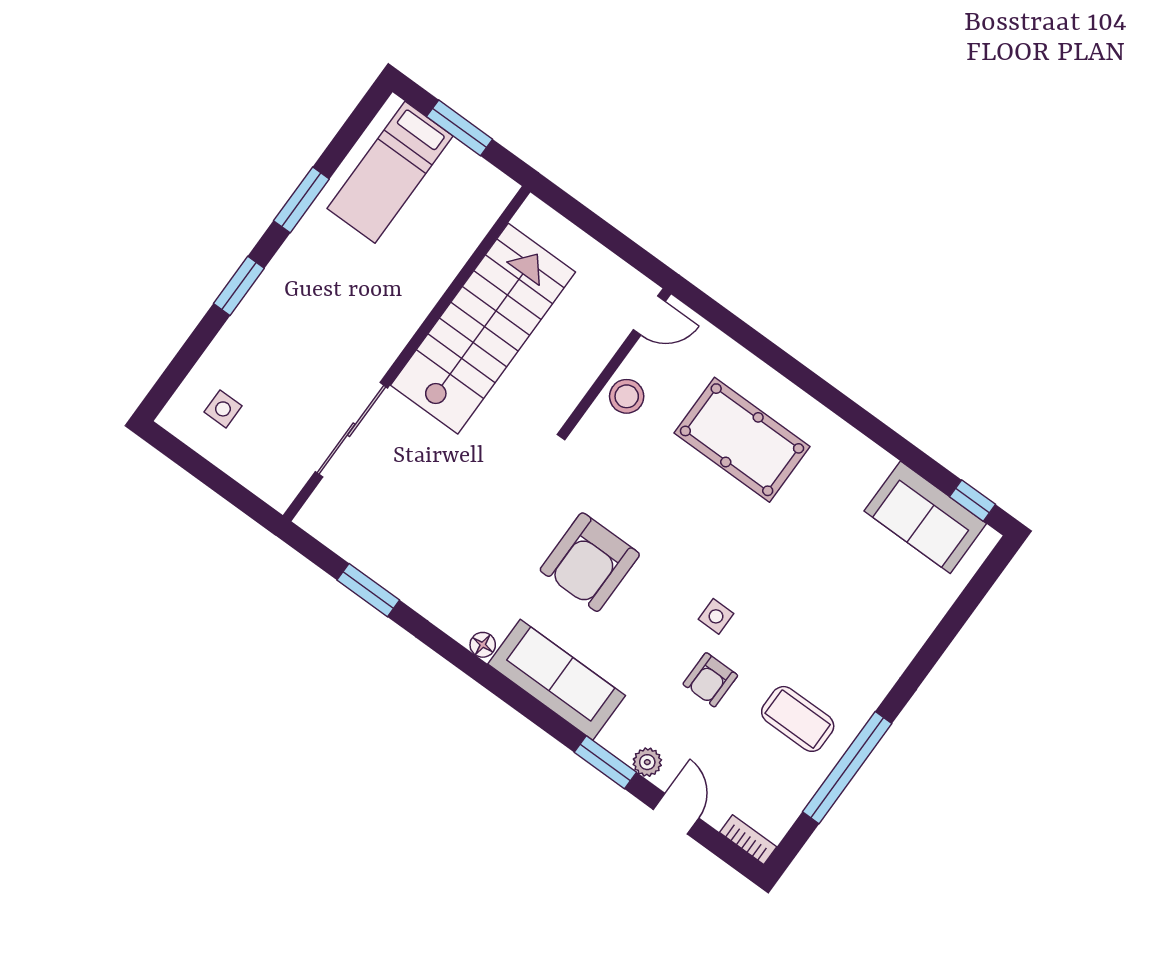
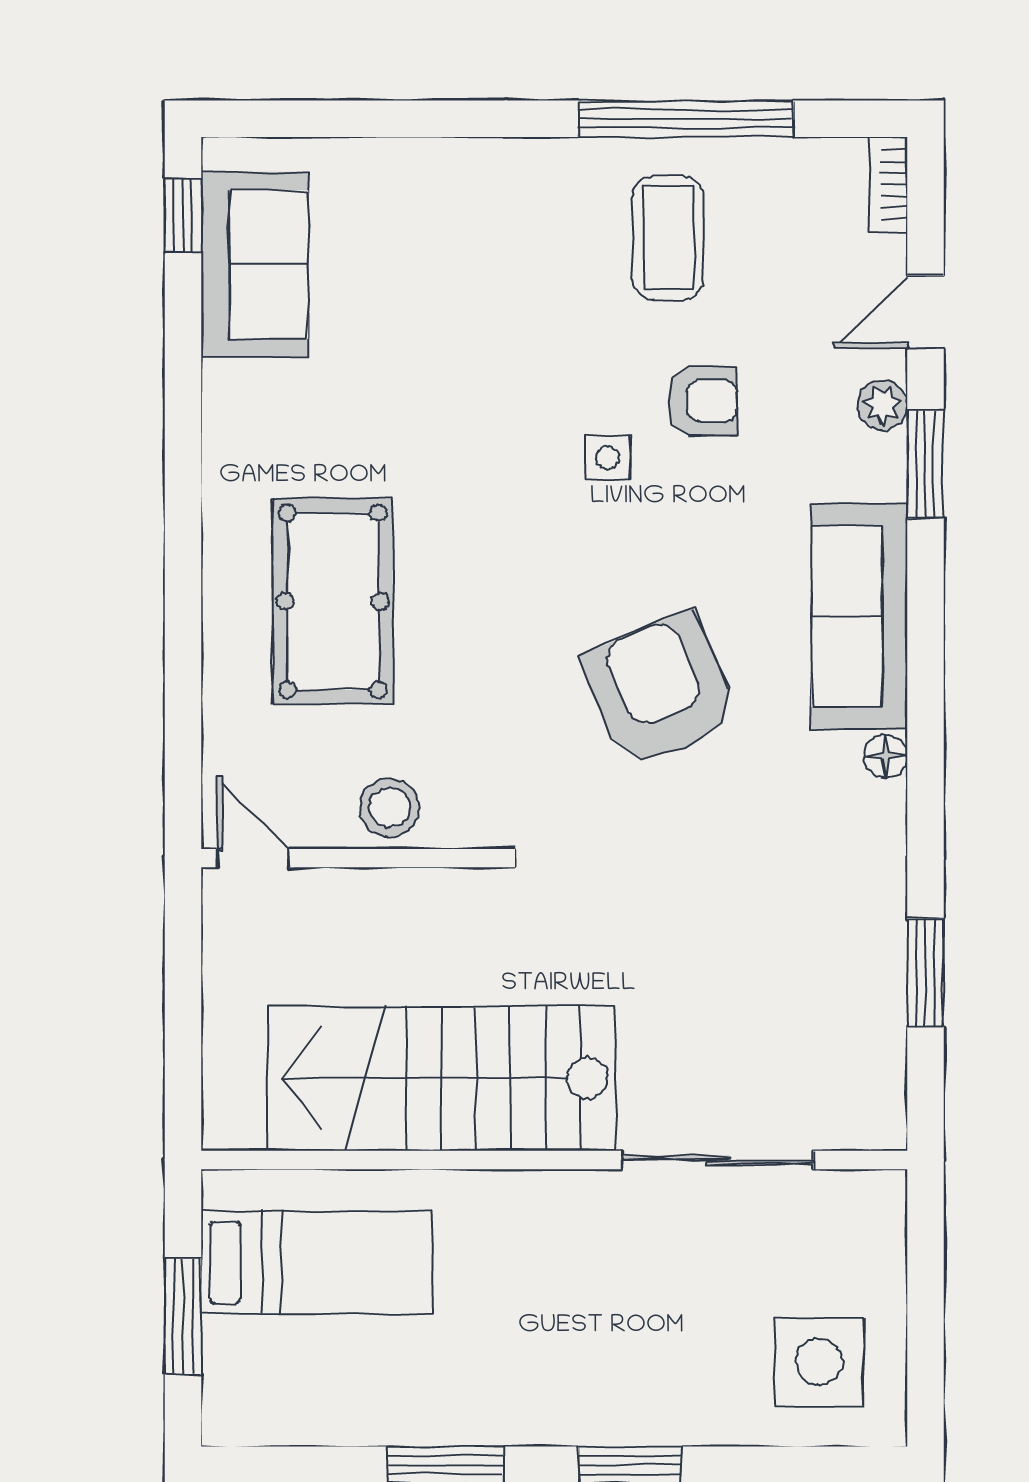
bed: (390, 172) -> (316, 1263), moved
side table: (223, 409) -> (819, 1362), width x1.87, depth x1.87
armchair: (590, 562) -> (660, 690), turned -113

